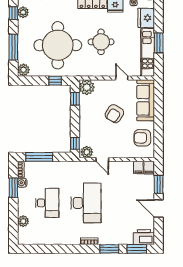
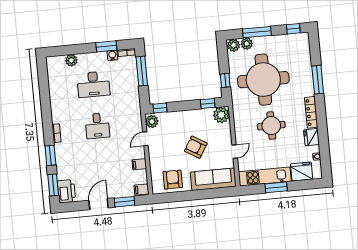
plant: (23, 12) -> (247, 44), moved
filing cabinet: (138, 167) -> (139, 164), moved
desk: (86, 203) -> (97, 126), width x0.53, depth x0.77

